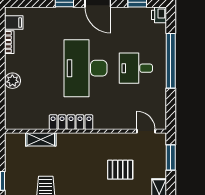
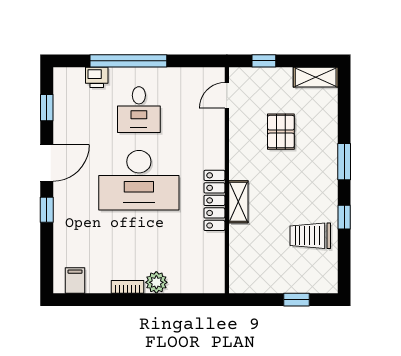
printer: (159, 15) -> (97, 77), moved
bookcase: (9, 42) -> (128, 287), moved
shelving: (41, 139) -> (238, 202), moved
window: (171, 157) -> (264, 61), width x0.67

